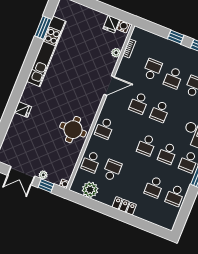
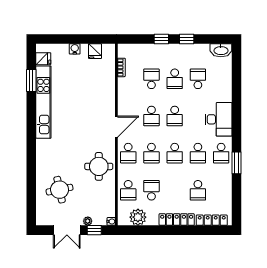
water cooler: (123, 26) -> (75, 49), moved
plant: (116, 53) -> (110, 77), removed
door: (109, 86) -> (116, 127), moved
fridge: (23, 109) -> (43, 59), moved
round table: (29, 136) -> (60, 190), added
school desk: (175, 195) -> (151, 153), moved
locker: (124, 206) -> (177, 220), width x1.53
locker: (156, 219) -> (212, 220), added

